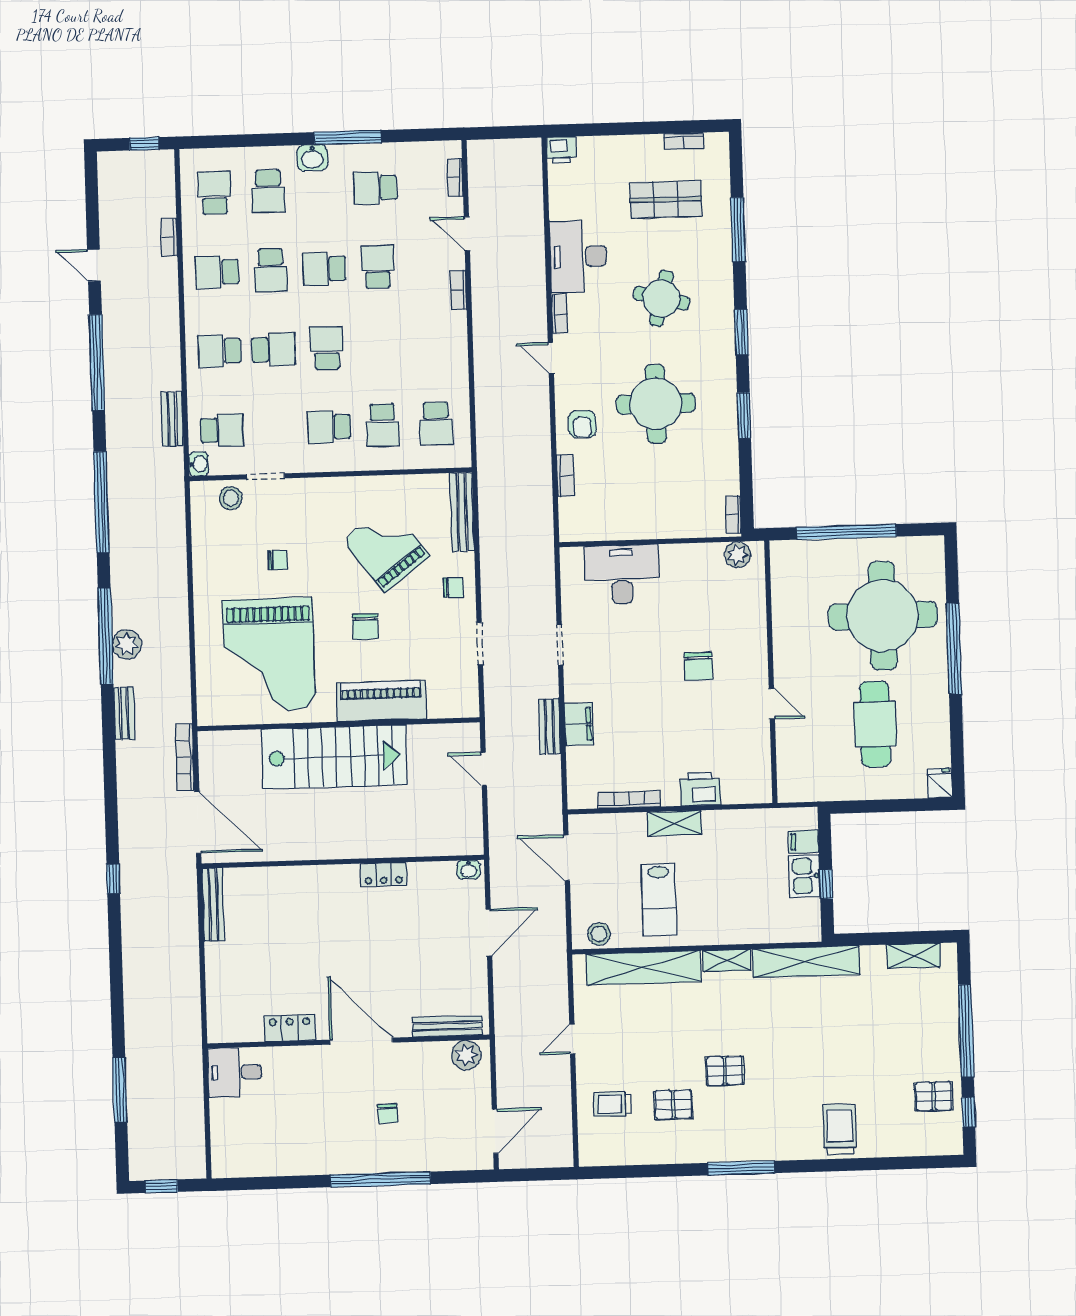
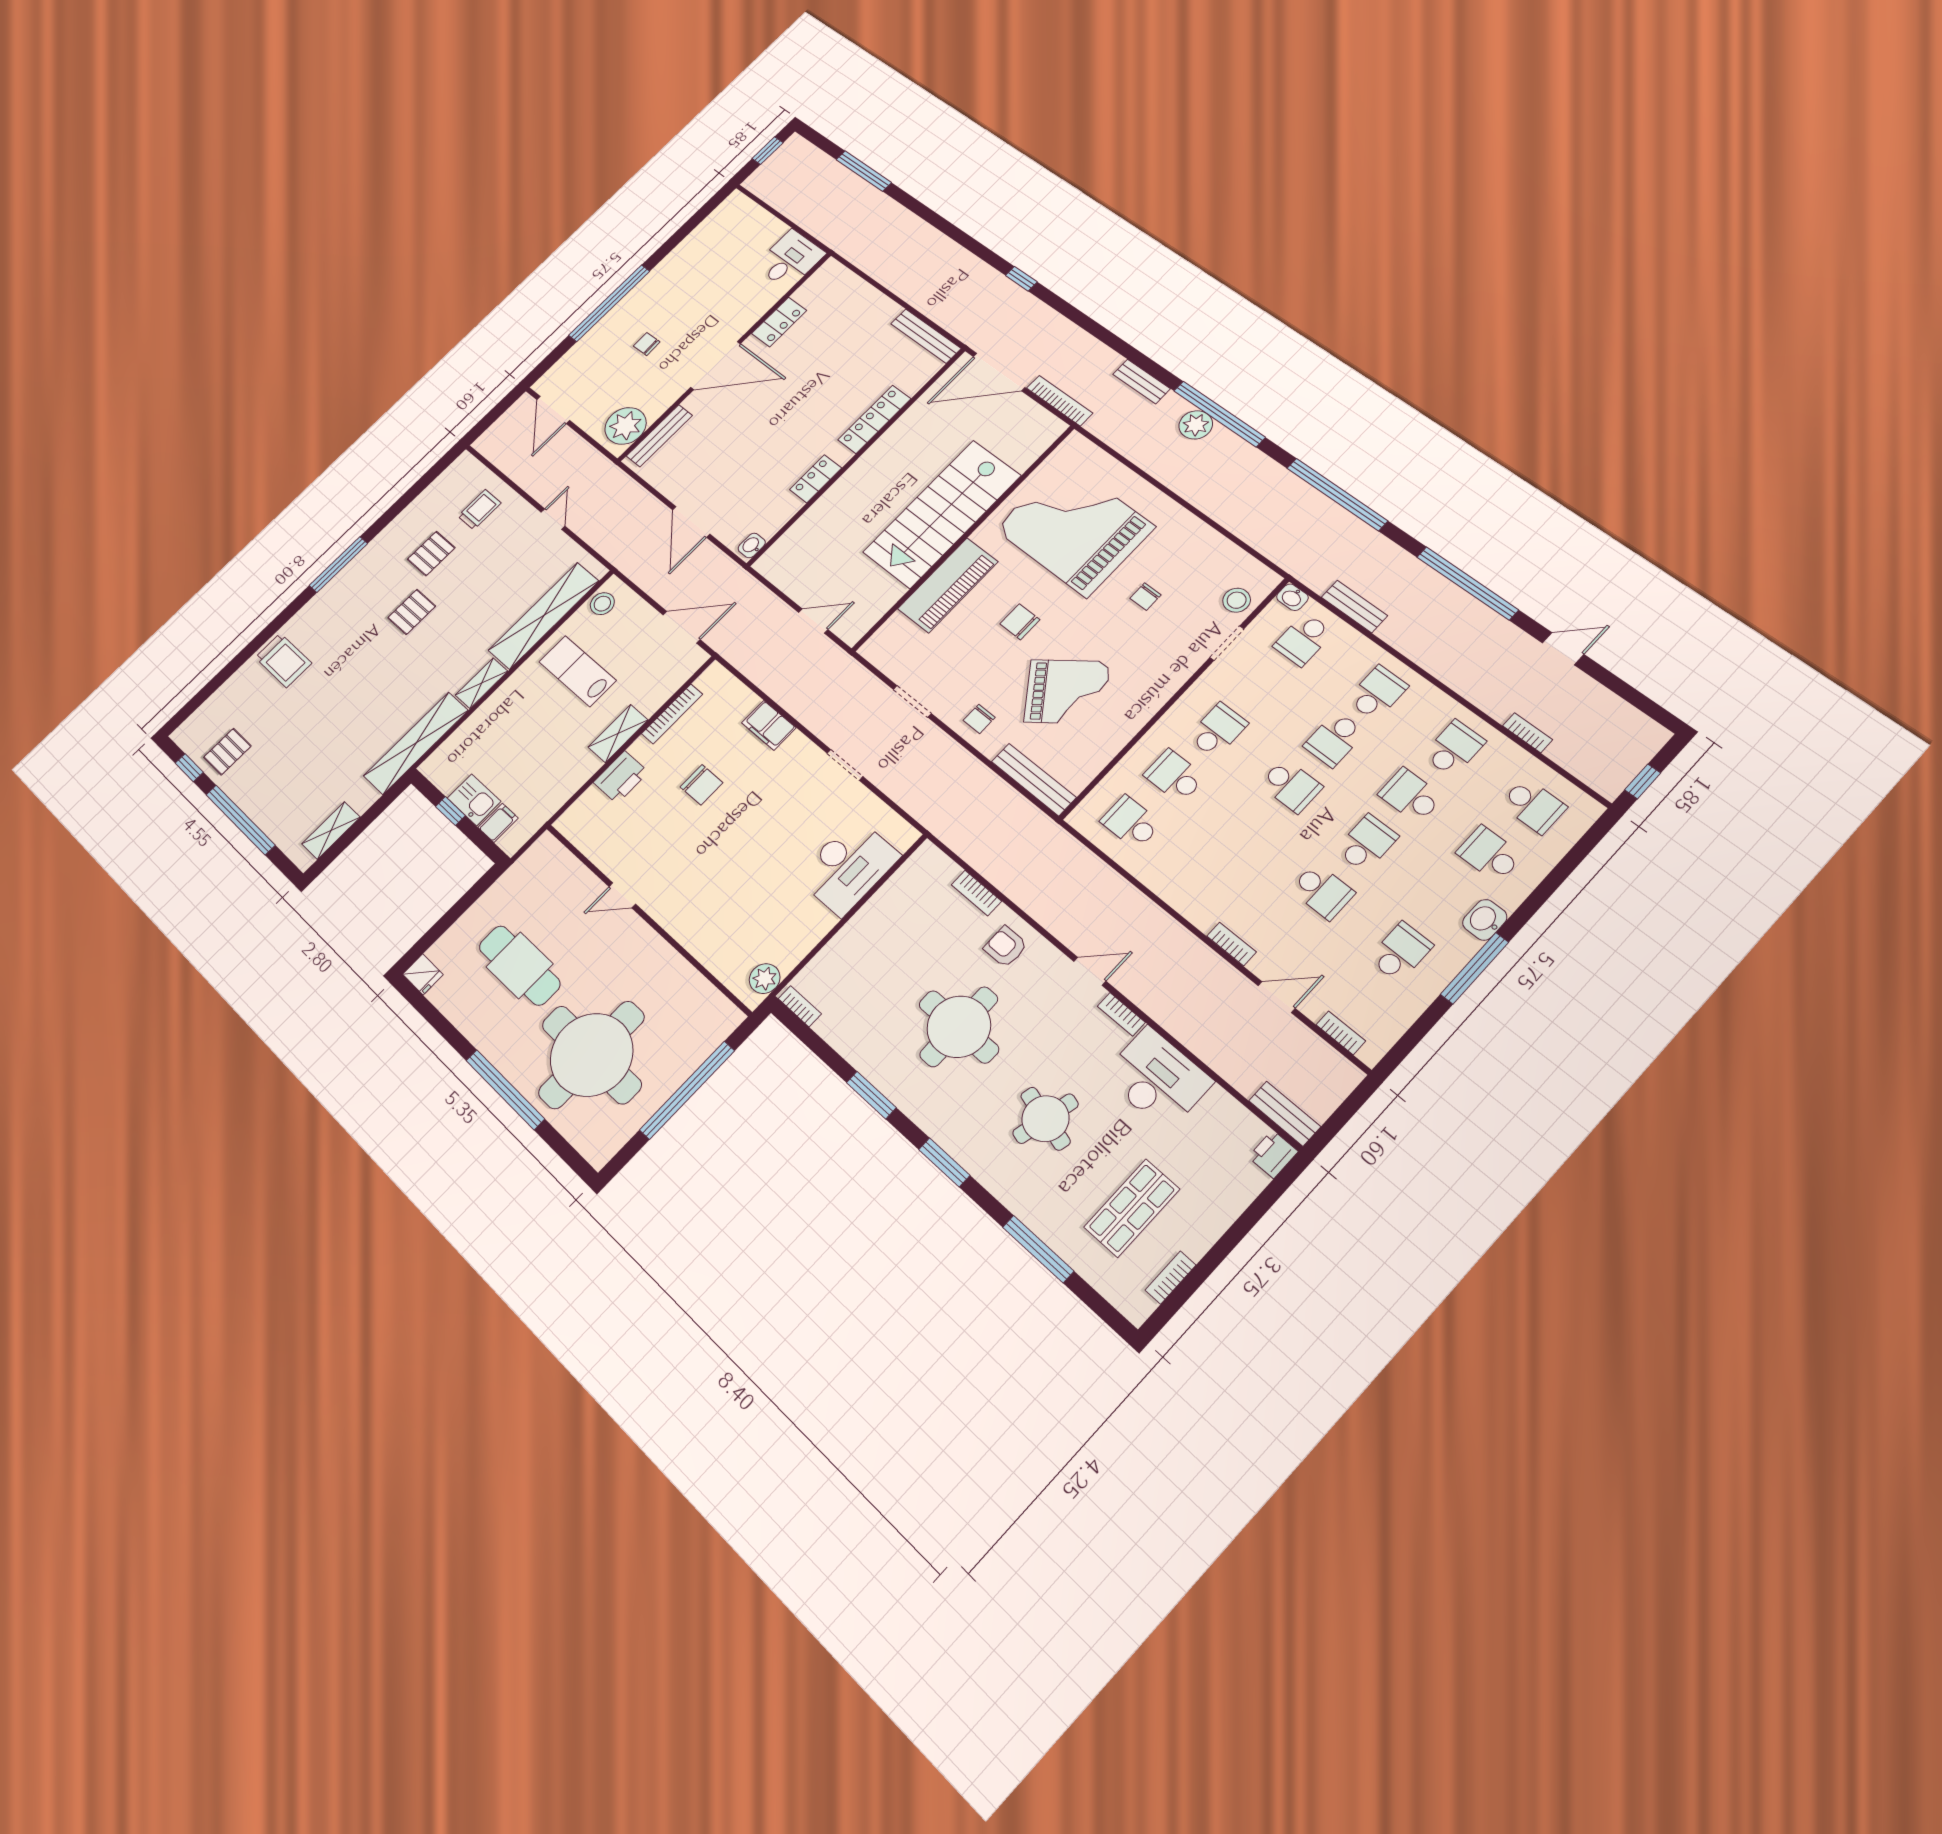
chair: (698, 666) -> (701, 785), moved, turned 180
bench: (549, 726) -> (1285, 1114), moved
locker: (306, 877) -> (874, 419), added
plant: (466, 1055) -> (626, 426), width x1.36, depth x1.36

